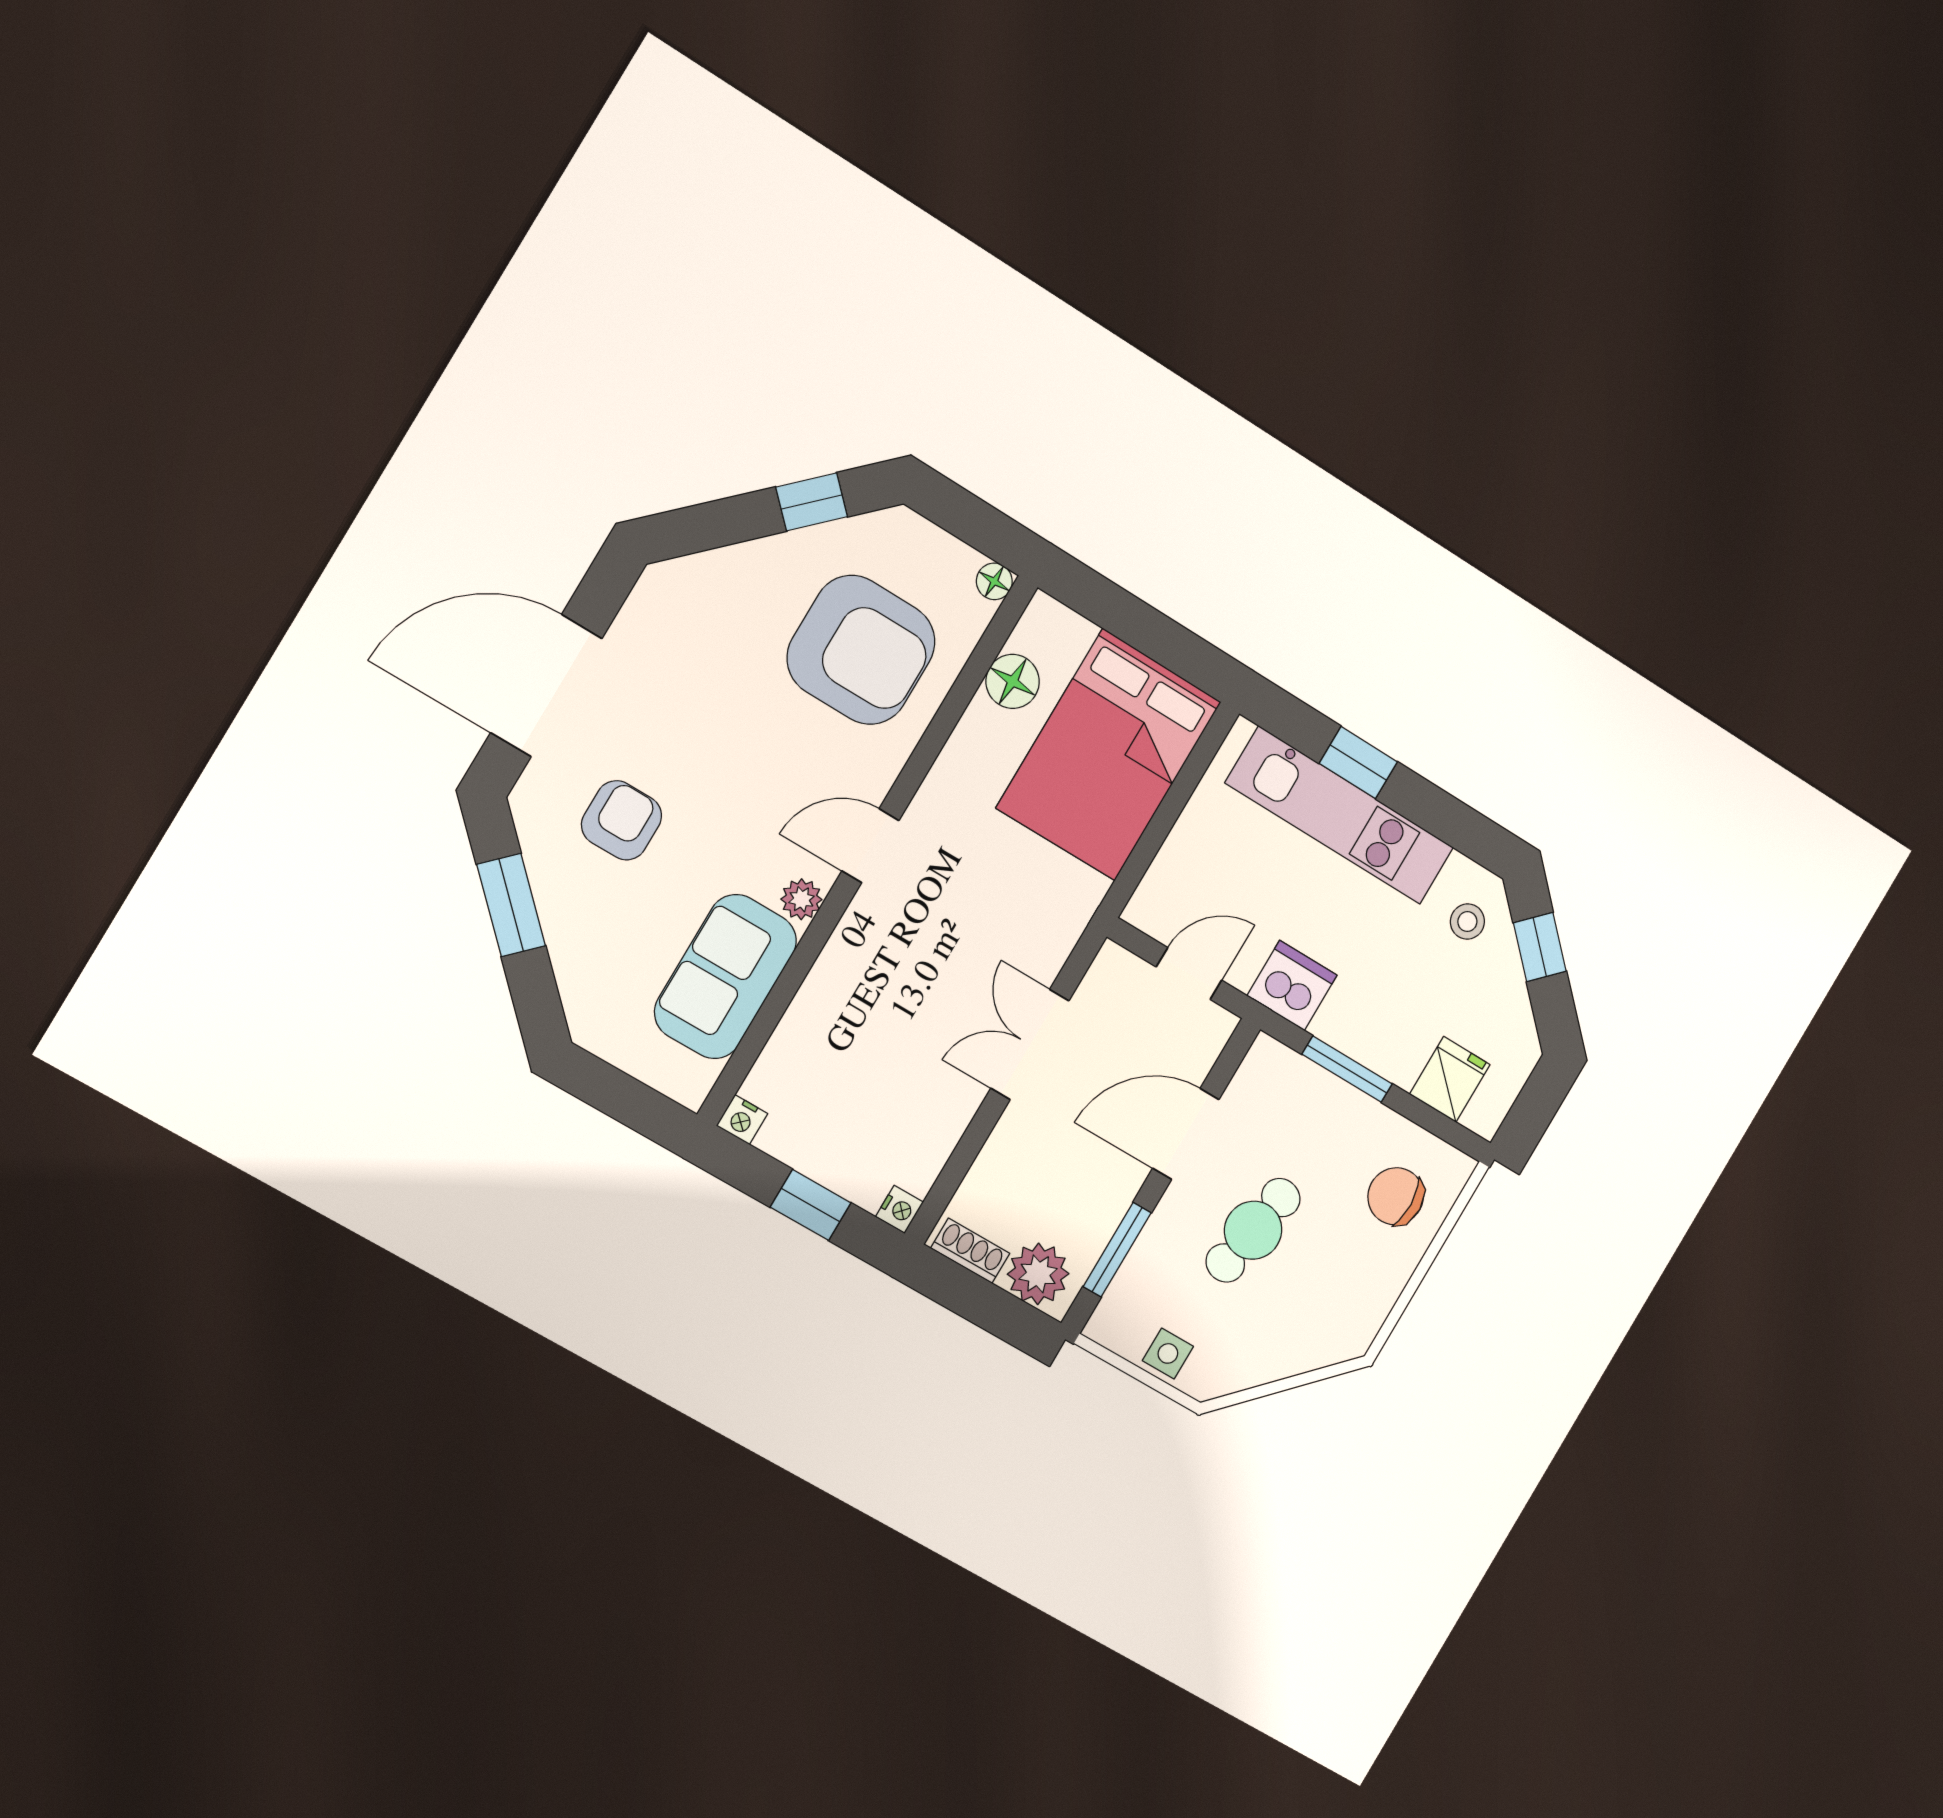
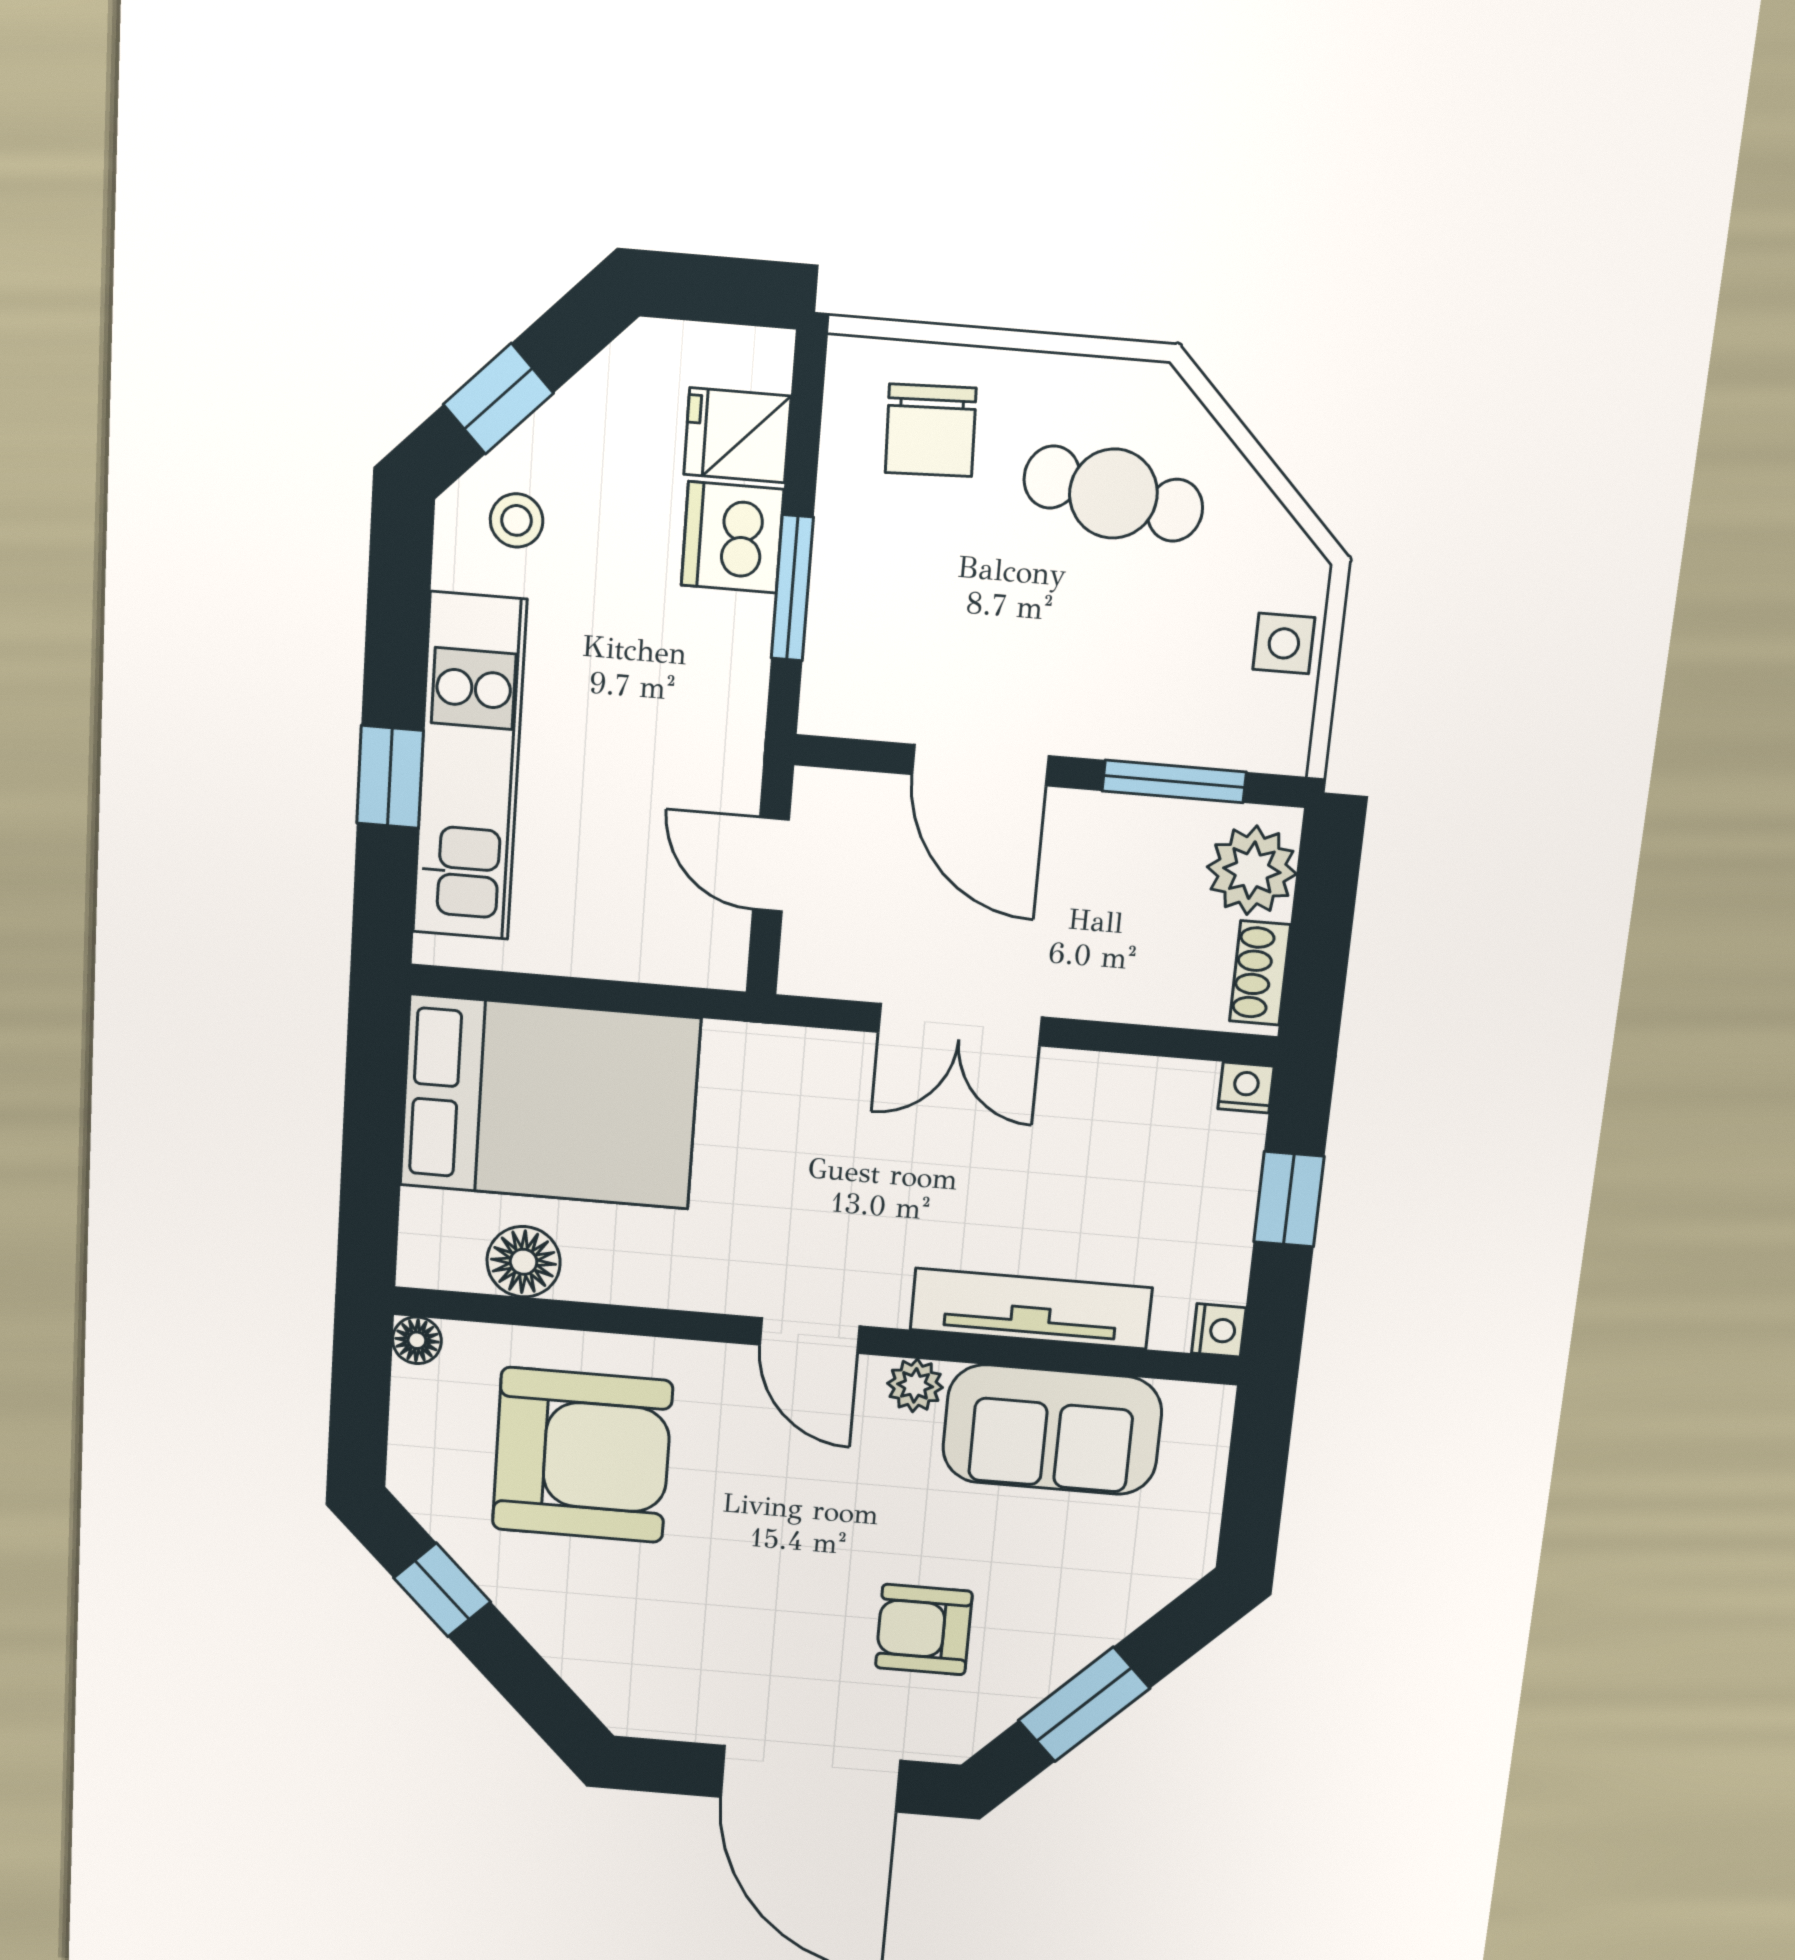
armchair: (861, 650) -> (582, 1455), turned 90
dishwasher: (1292, 985) -> (732, 537), moved
tv unit: (818, 1002) -> (1031, 1309), added
cafe table: (1253, 1230) -> (1113, 494), moved

